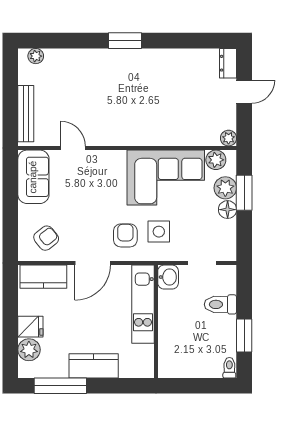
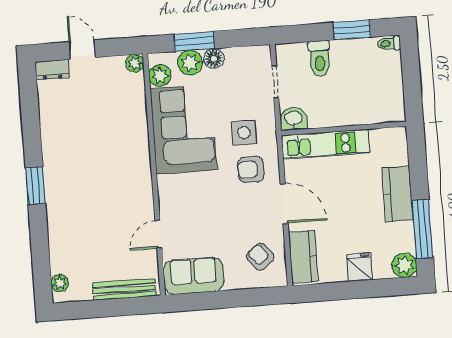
plant: (29, 350) -> (404, 265), moved

